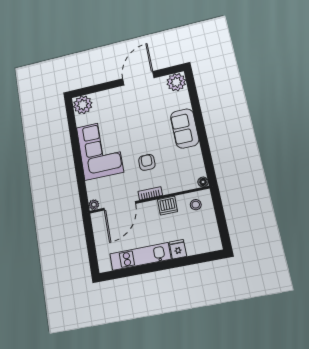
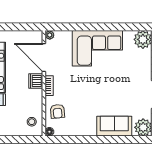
sofa: (185, 128) -> (114, 126), moved
armchair: (147, 162) -> (58, 111), moved, turned 85
dishwasher: (167, 206) -> (36, 81), moved

